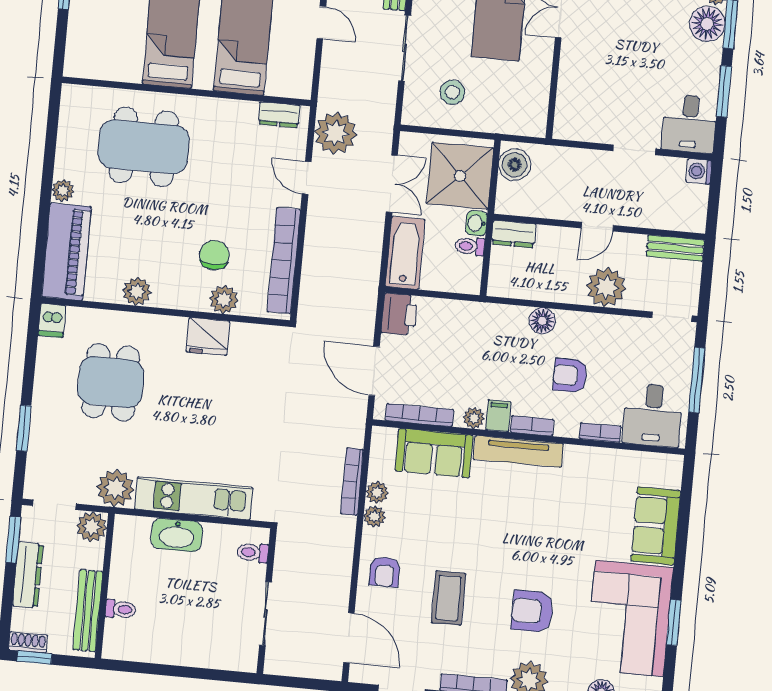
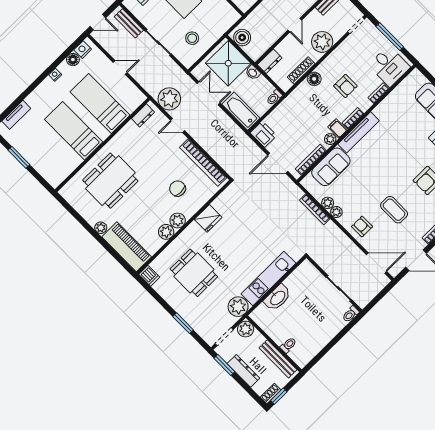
toilet: (470, 246) -> (274, 97), moved
shoe rack: (539, 291) -> (301, 70), added
plant: (224, 300) -> (178, 220), moved
armchair: (570, 375) -> (345, 86), turned -90
toilet: (253, 553) -> (351, 314), moved
armchair: (385, 572) -> (362, 227), turned 180

